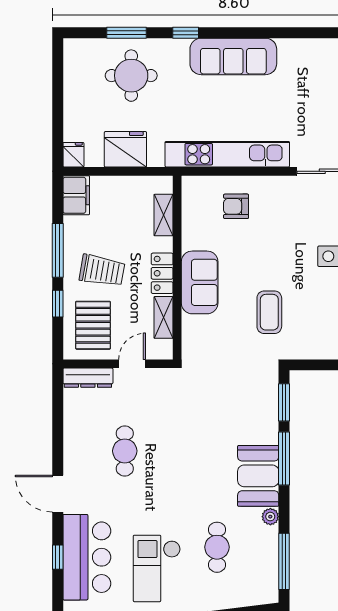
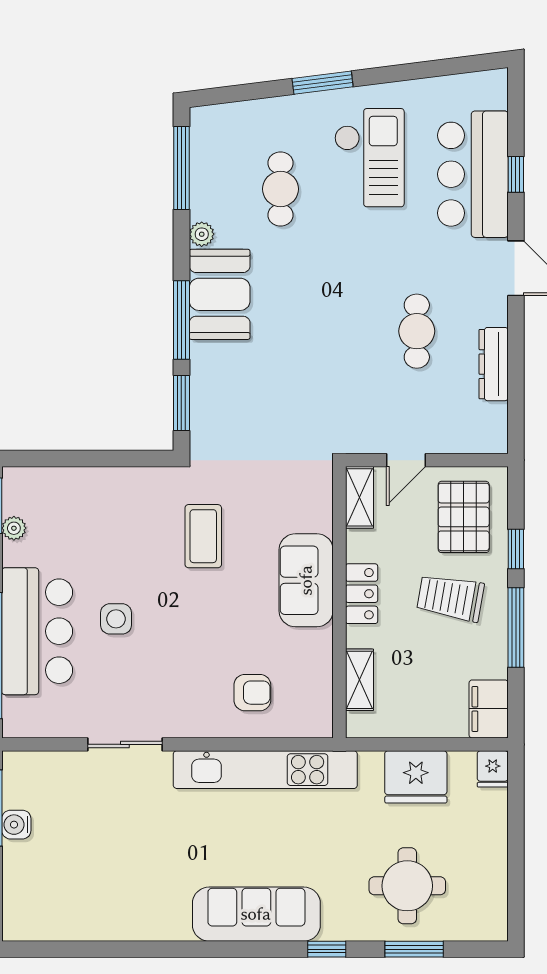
shelving: (164, 317) -> (360, 497), moved
dresser: (88, 378) -> (494, 364), moved, turned -90

